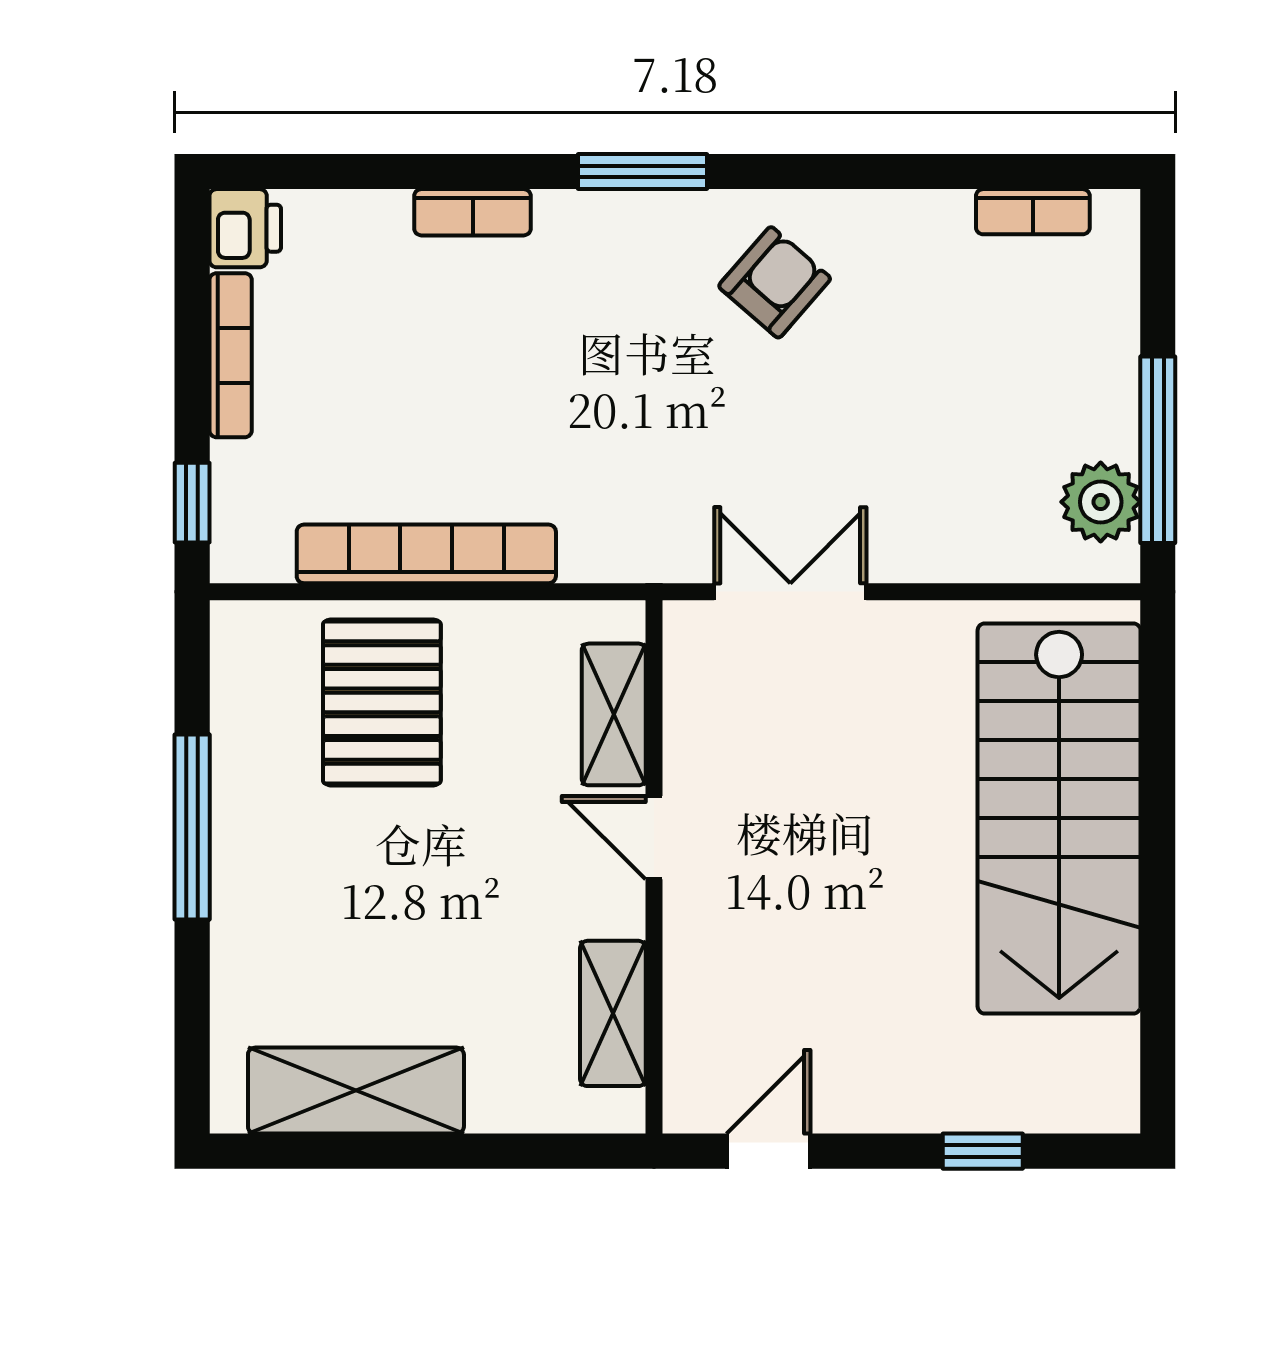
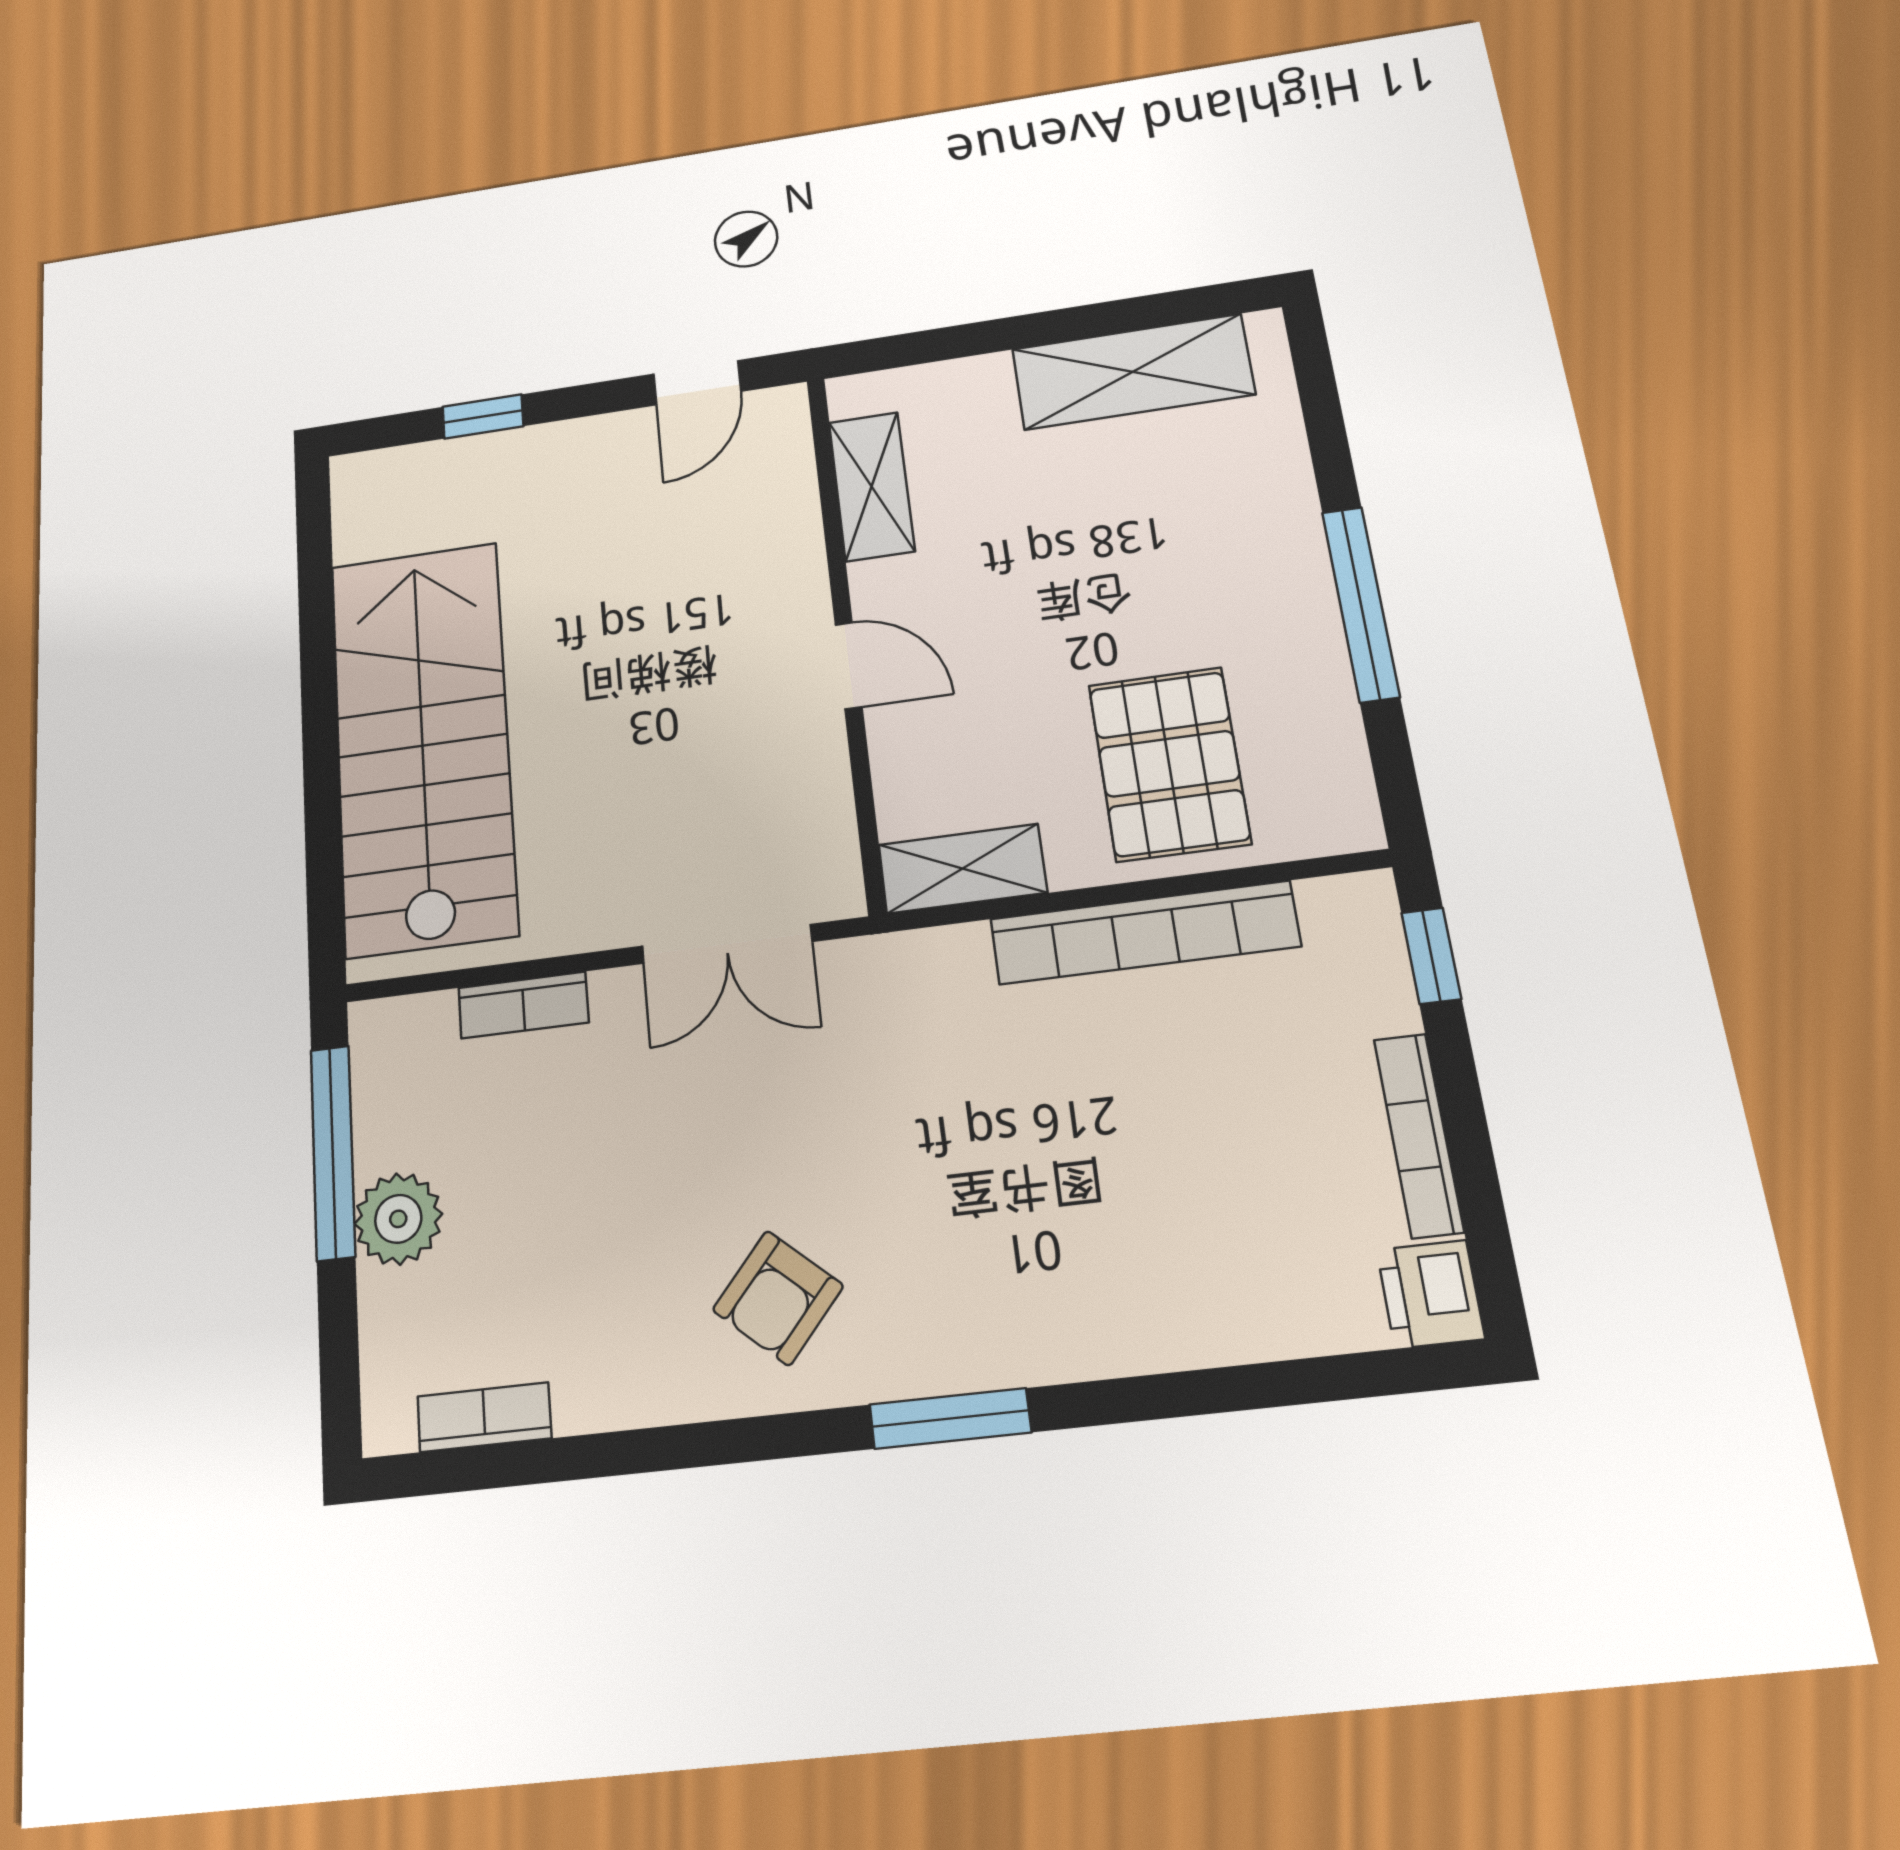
bookcase: (473, 212) -> (523, 1005), moved, turned 180
plant: (1101, 502) -> (398, 1219), moved
shelving: (614, 714) -> (962, 869), moved, turned 90

